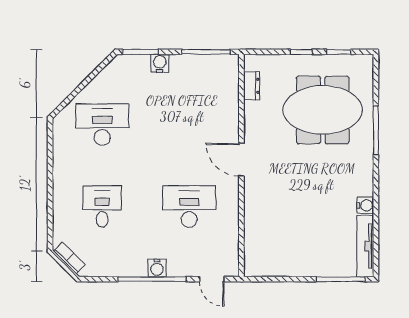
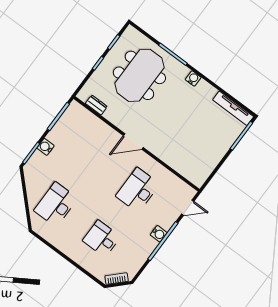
water cooler: (365, 205) -> (193, 78), moved

